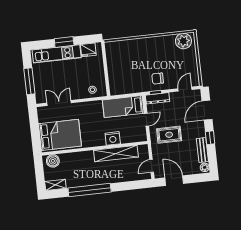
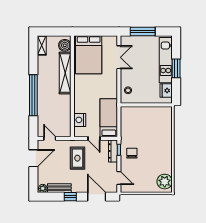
nightstand: (113, 138) -> (80, 120), moved
shelving: (116, 154) -> (65, 73), moved
window: (90, 190) -> (33, 95), moved

